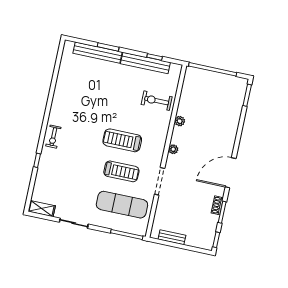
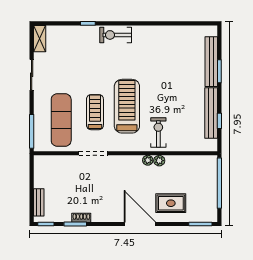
exercise bike: (157, 101) -> (158, 133), moved
rug: (222, 119) -> (171, 203), added
exercise bike: (53, 137) -> (116, 35), width x1.38, depth x1.39
treadmill: (122, 140) -> (127, 106), width x1.37, depth x1.37
plant: (173, 149) -> (148, 160), moved
treadmill: (121, 171) -> (95, 112), turned 180
door: (231, 173) -> (140, 224), moved
bench: (172, 237) -> (39, 202), moved

